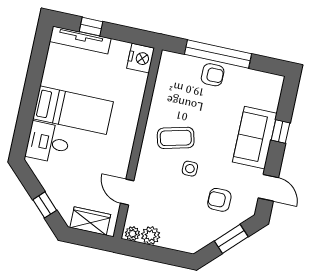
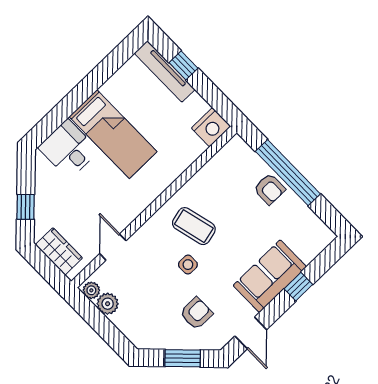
armchair: (219, 200) -> (196, 313), turned 90

